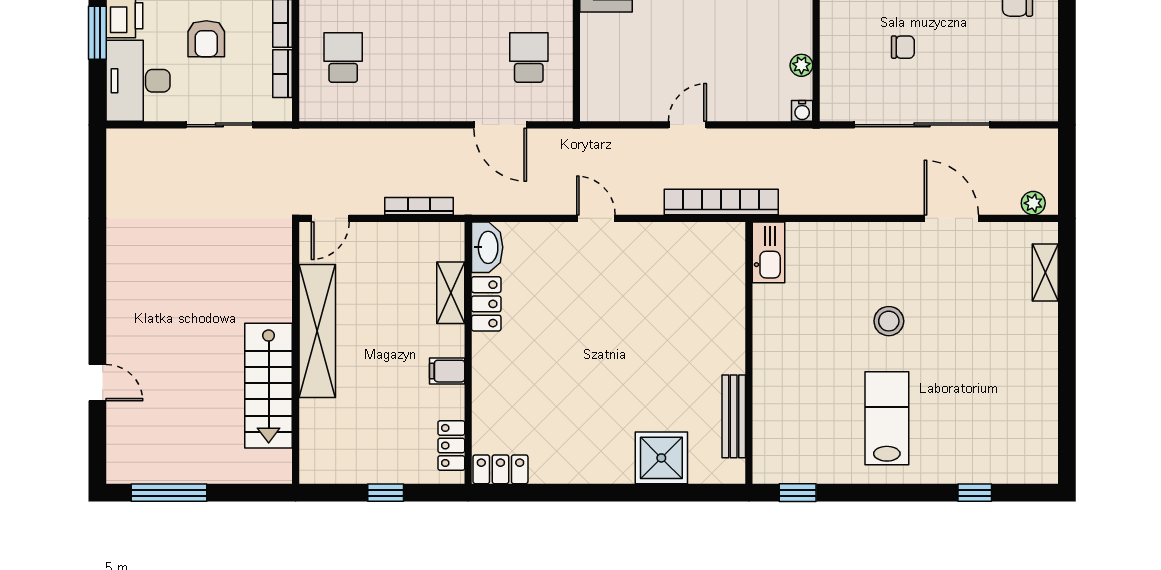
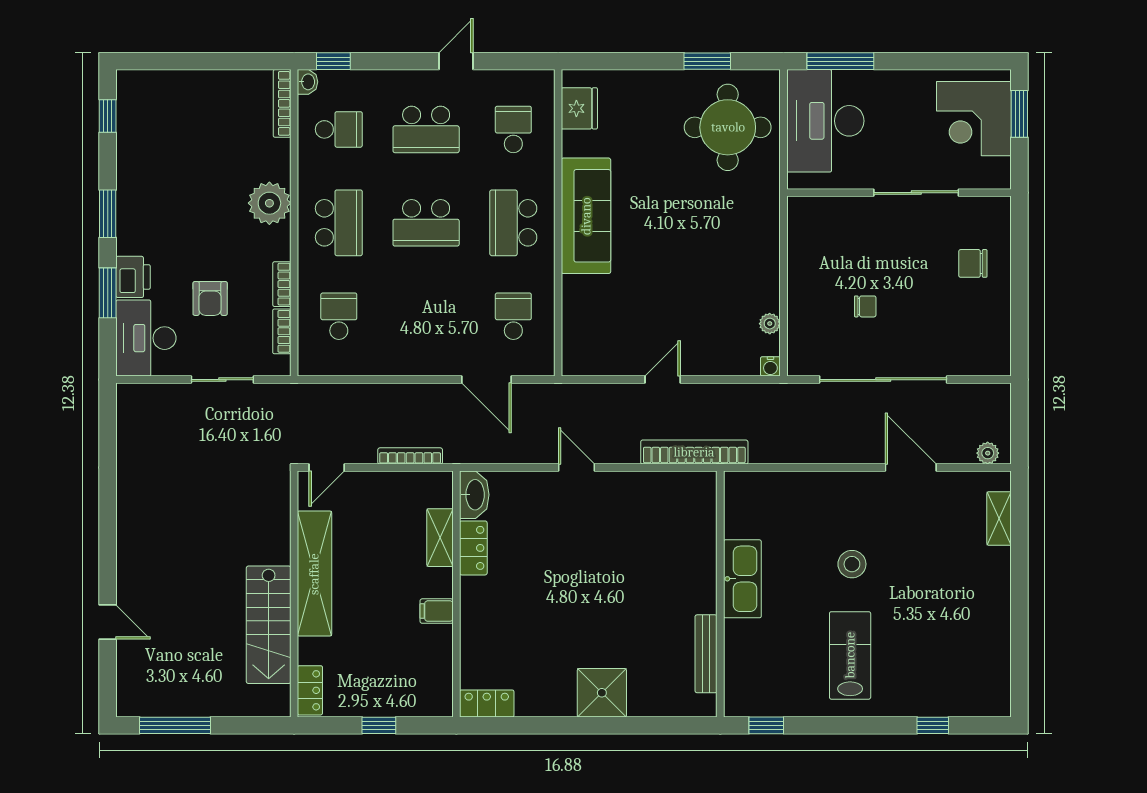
kitchen sink: (768, 252) -> (742, 579), moved, width x1.36, depth x1.24
locker: (451, 445) -> (310, 690), moved, turned 180
shower: (661, 458) -> (602, 693), moved

